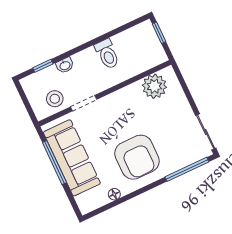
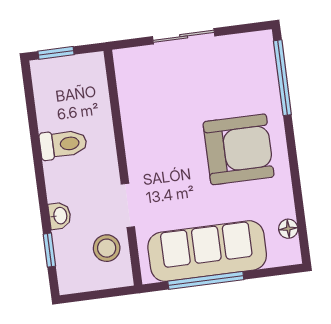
plant: (154, 86) -> (137, 87), removed
sliding door: (206, 132) -> (184, 36), moved
floor lamp: (114, 194) -> (288, 229), moved

